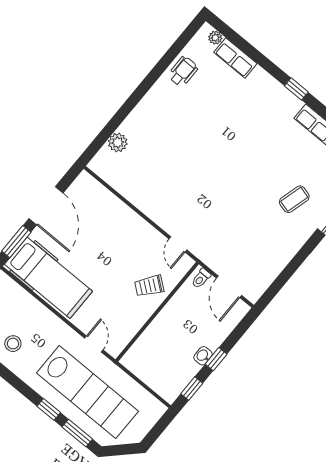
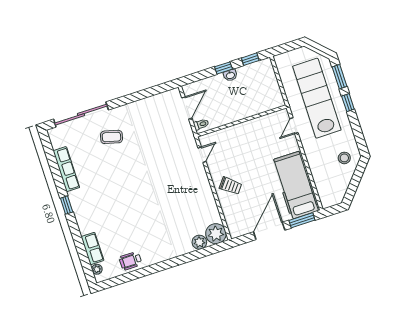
plant: (105, 164) -> (216, 234), added
trolley: (149, 286) -> (230, 186), moved

